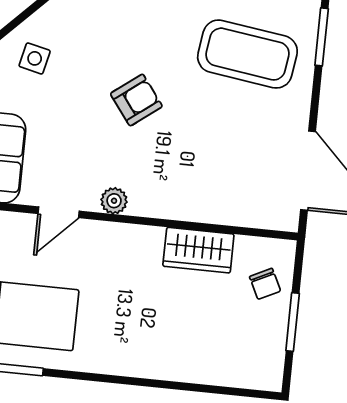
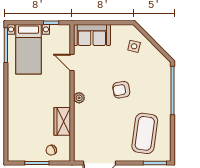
armchair: (136, 100) -> (121, 90), turned 117
plant: (114, 201) -> (79, 98), moved

